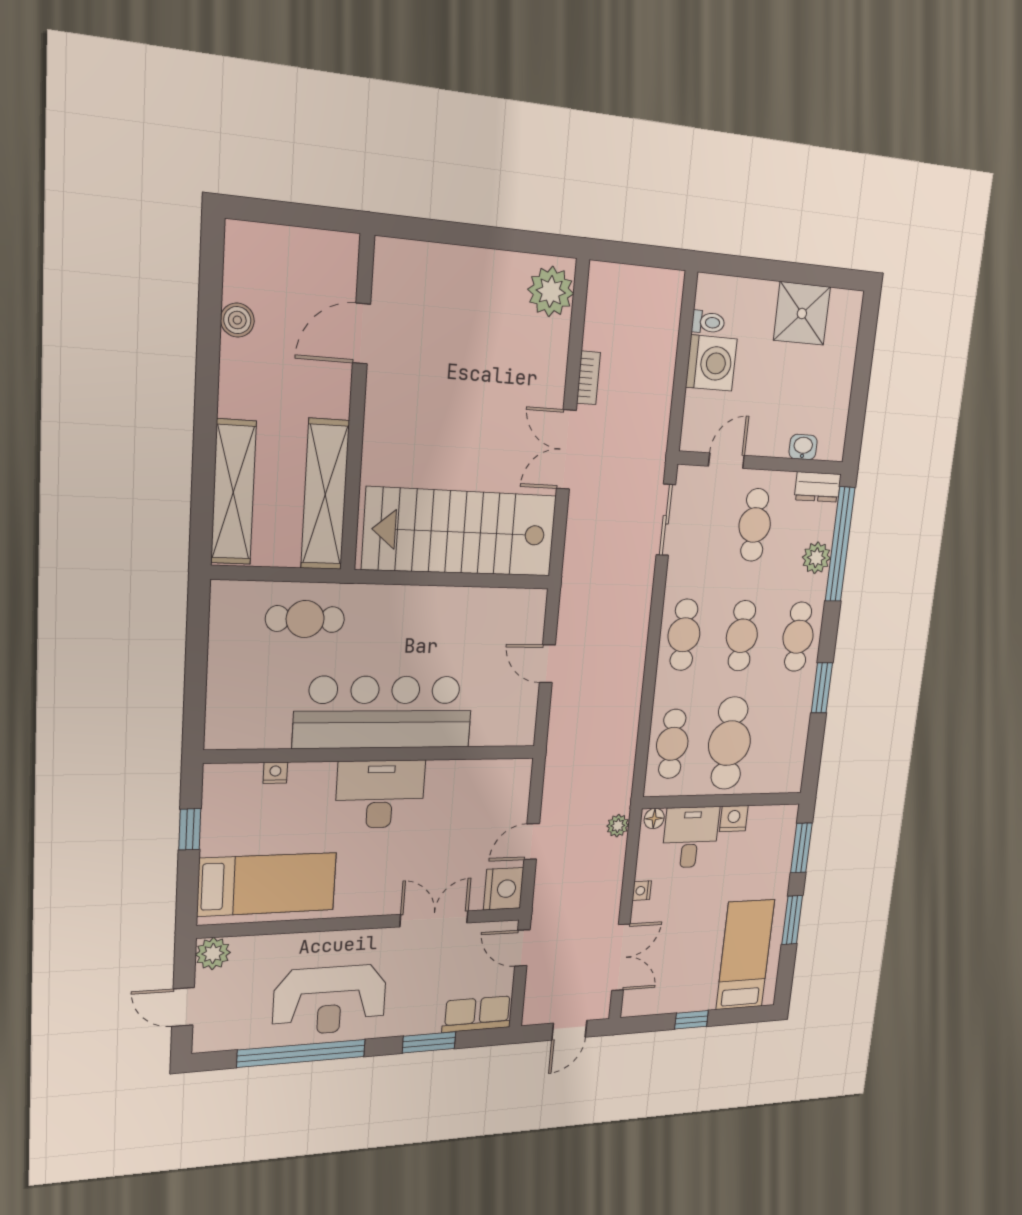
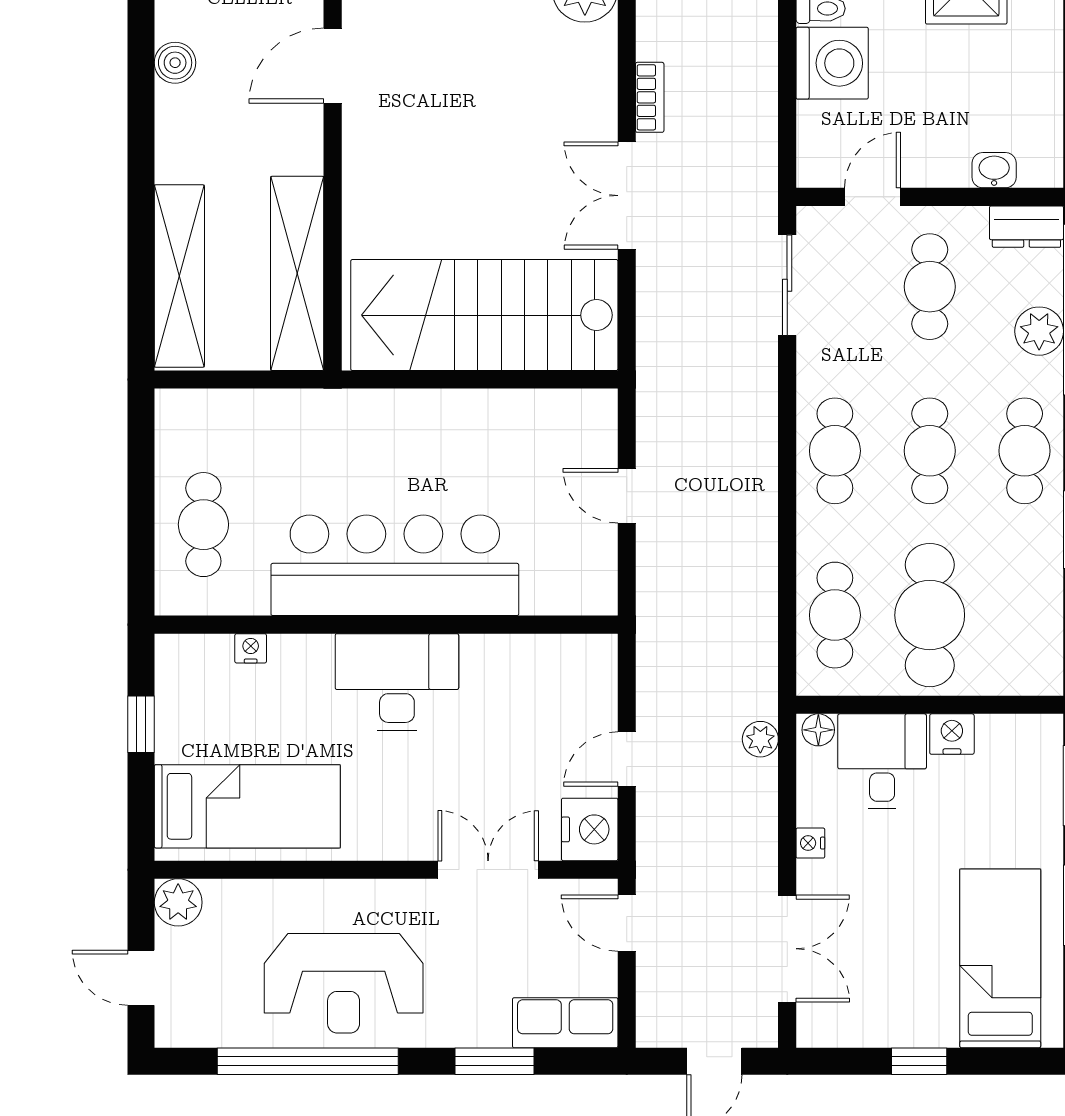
cafe table: (305, 619) -> (203, 525), moved, turned 90

